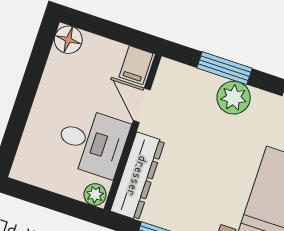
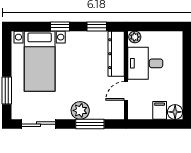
filing cabinet: (136, 65) -> (160, 110), moved
door: (142, 105) -> (126, 91), swing flipped

